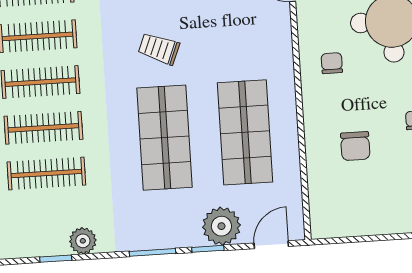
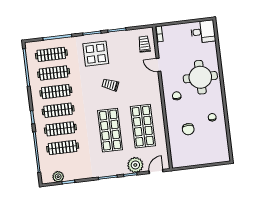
trolley: (159, 49) -> (110, 85), moved
plant: (83, 241) -> (58, 177), moved

